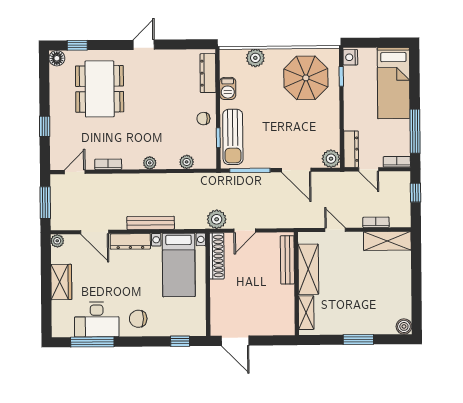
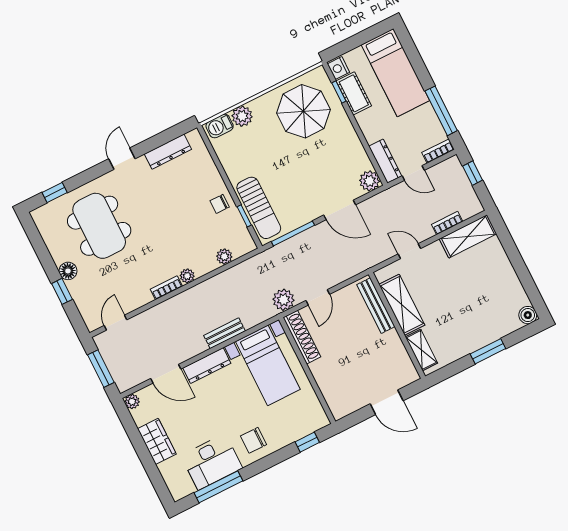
floor lamp: (57, 58) -> (68, 271), moved
dresser: (208, 73) -> (168, 152), moved, turned -90
cot: (353, 83) -> (354, 93), added
barbecue: (228, 88) -> (220, 126), moved, turned 90
bookcase: (108, 164) -> (166, 288), moved
bench: (151, 223) -> (225, 333), width x0.73
door: (235, 341) -> (387, 402), moved

